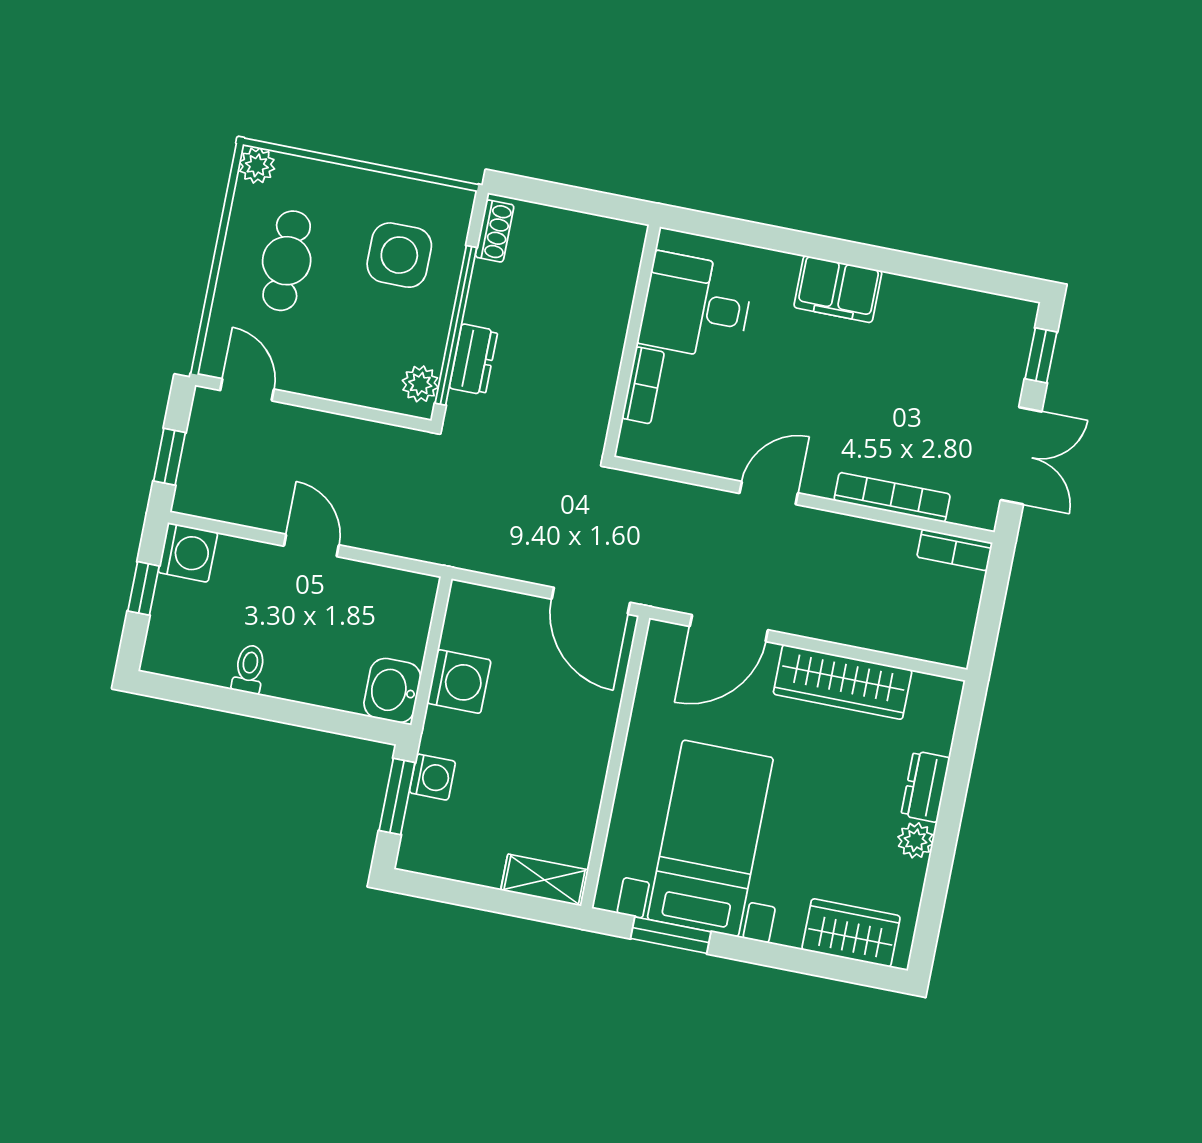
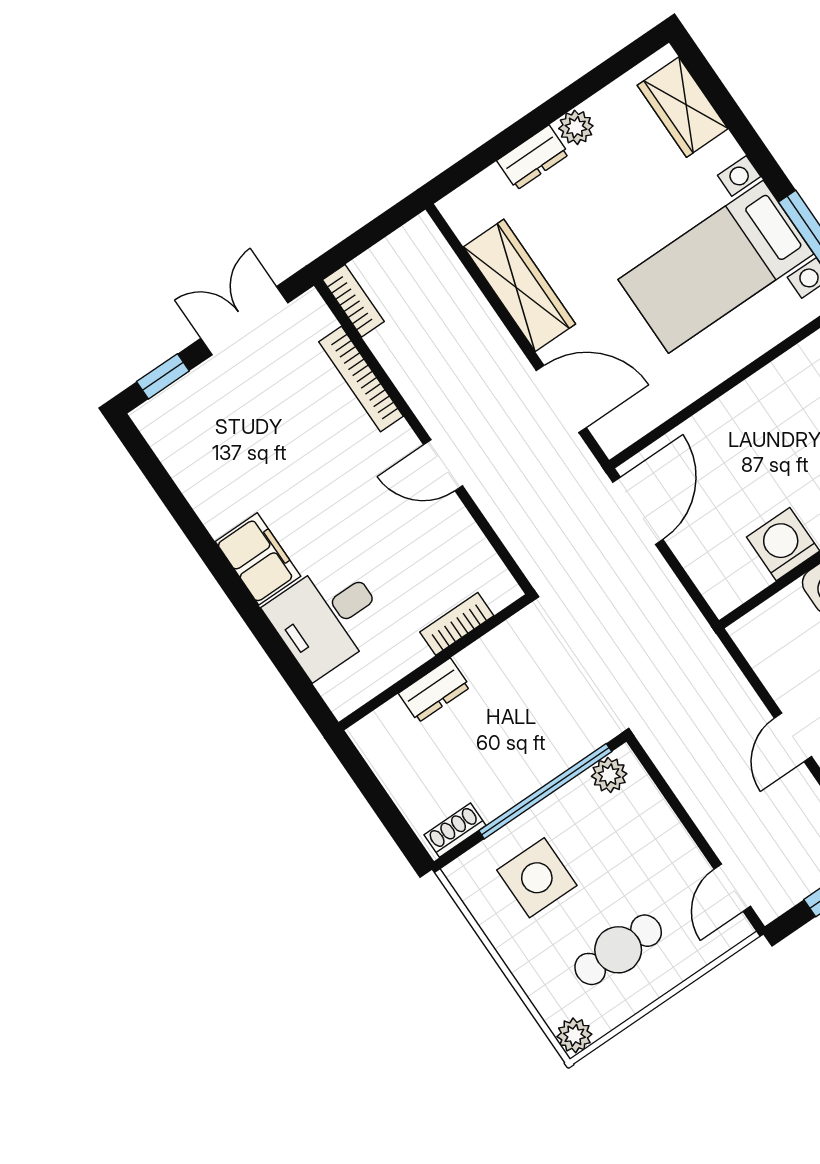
desk: (696, 306) -> (327, 618), moved, turned 90
dresser: (473, 359) -> (434, 690), moved, turned 180

